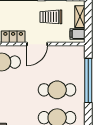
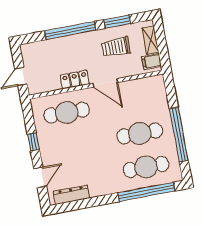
door: (37, 44) -> (105, 83), hinge flipped
window: (88, 80) -> (179, 134), moved

